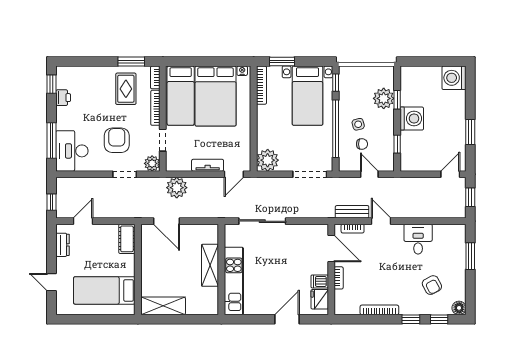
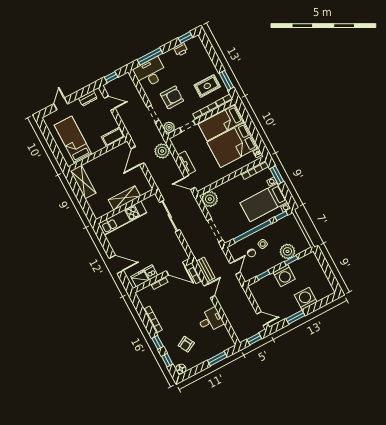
washing machine: (454, 78) -> (306, 299), moved
door: (331, 249) -> (175, 269), hinge flipped

